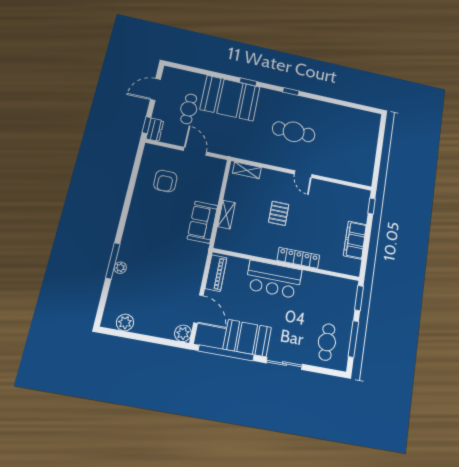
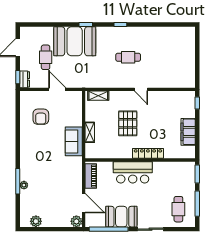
cafe table: (294, 132) -> (128, 57), width x0.73, depth x0.74
pallet: (279, 213) -> (128, 123), width x1.50, depth x1.42

